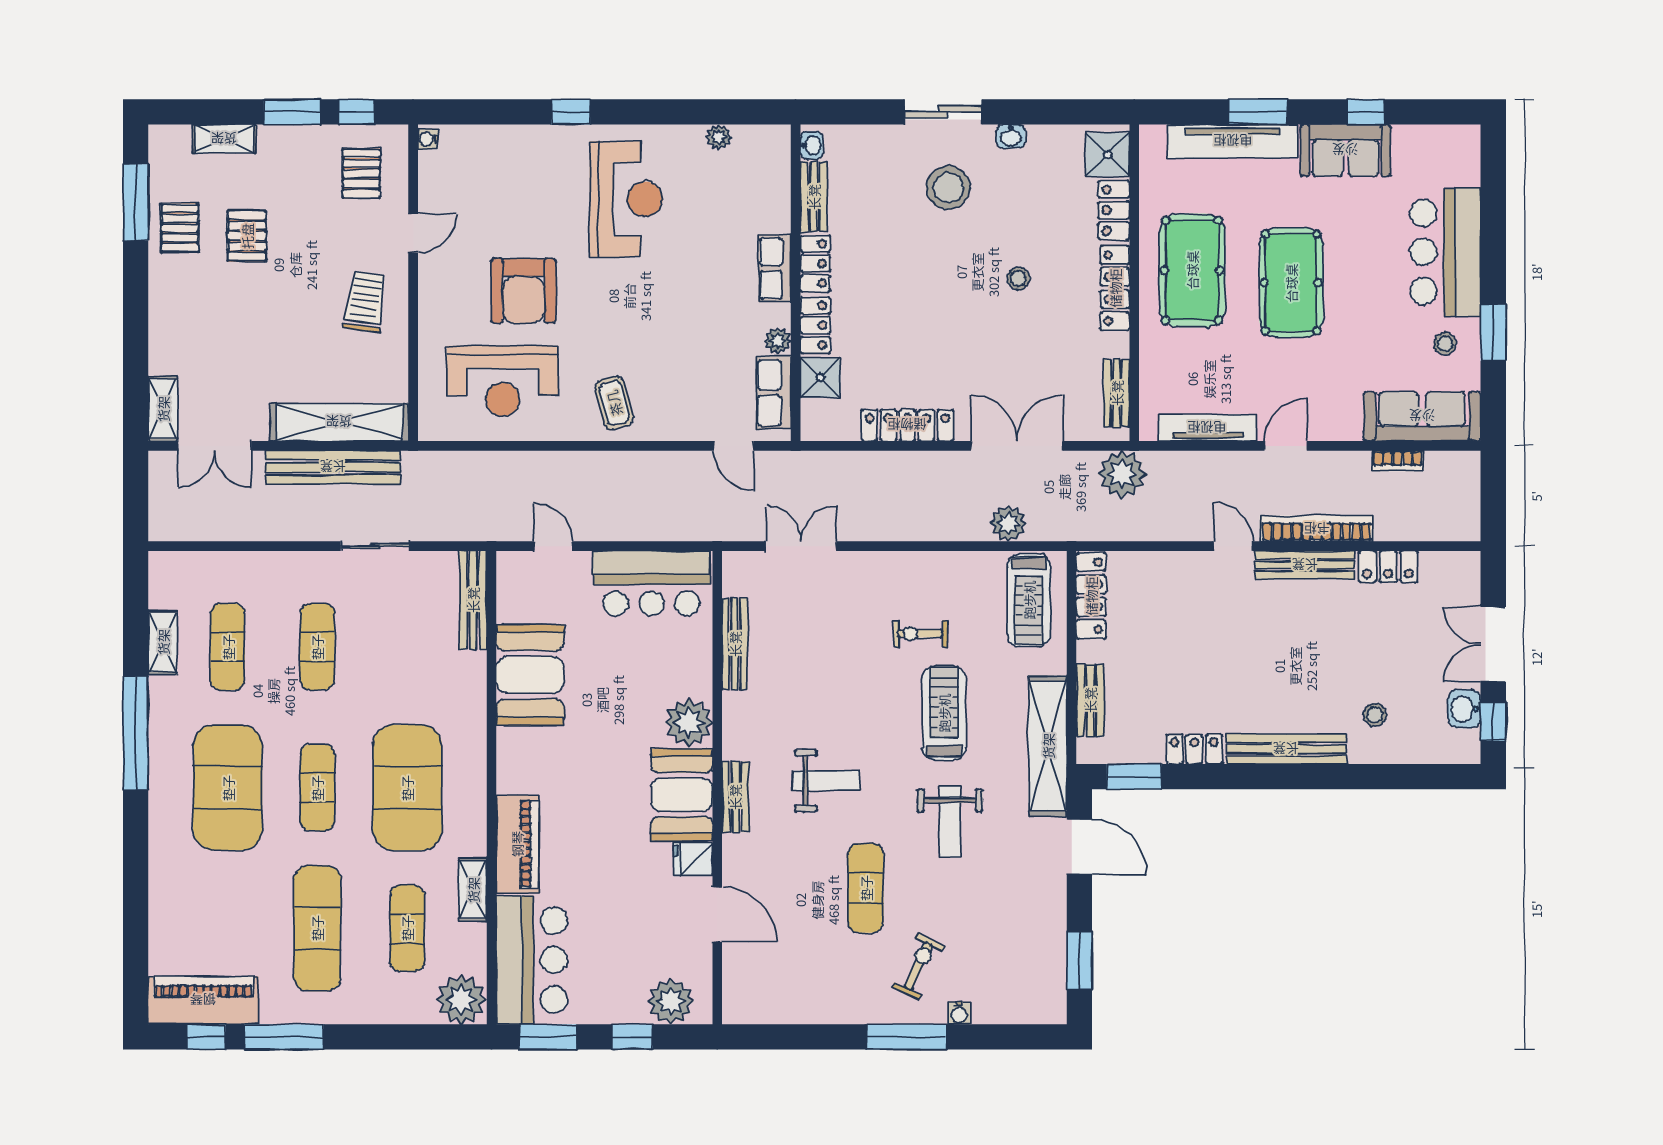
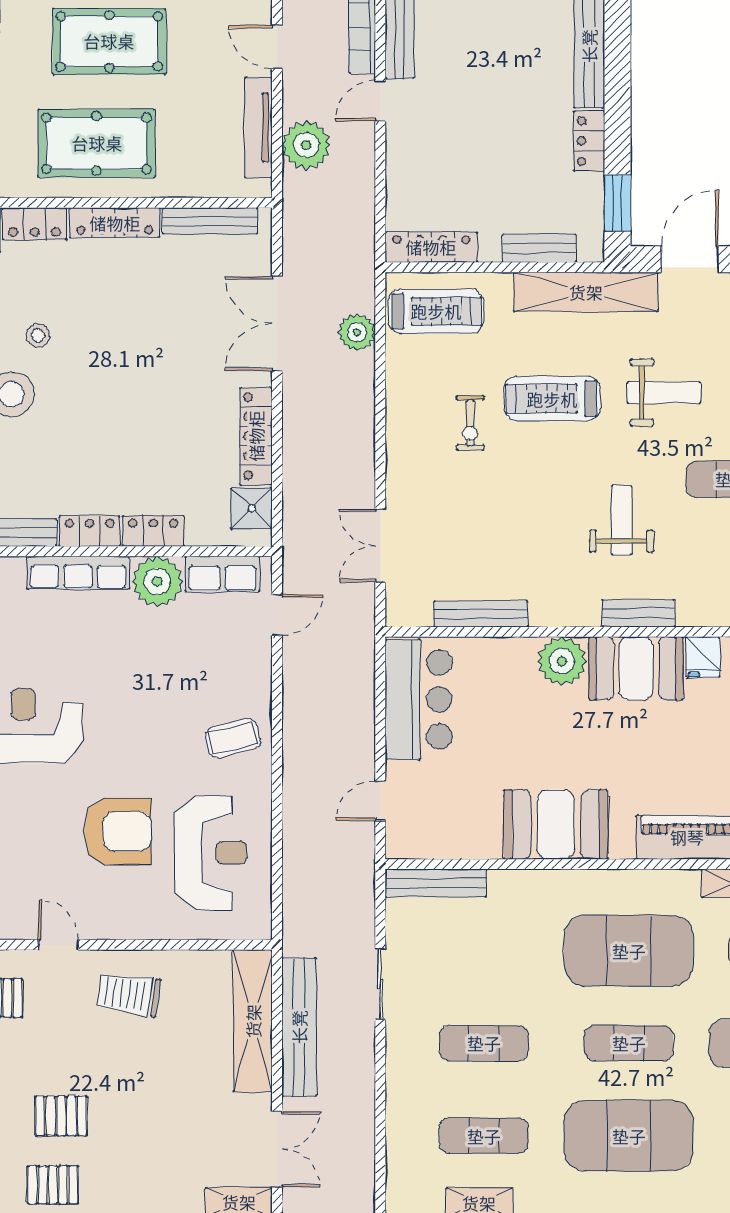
row of seats: (775, 268) -> (78, 573), width x1.48
stool: (1018, 278) -> (38, 335), moved
plant: (778, 341) -> (157, 581), width x1.87, depth x1.87
shower: (820, 378) -> (252, 508), moved
bench: (1117, 393) -> (210, 221), width x1.36
plant: (1122, 474) -> (306, 145), moved
booth: (530, 675) -> (556, 825), moved

